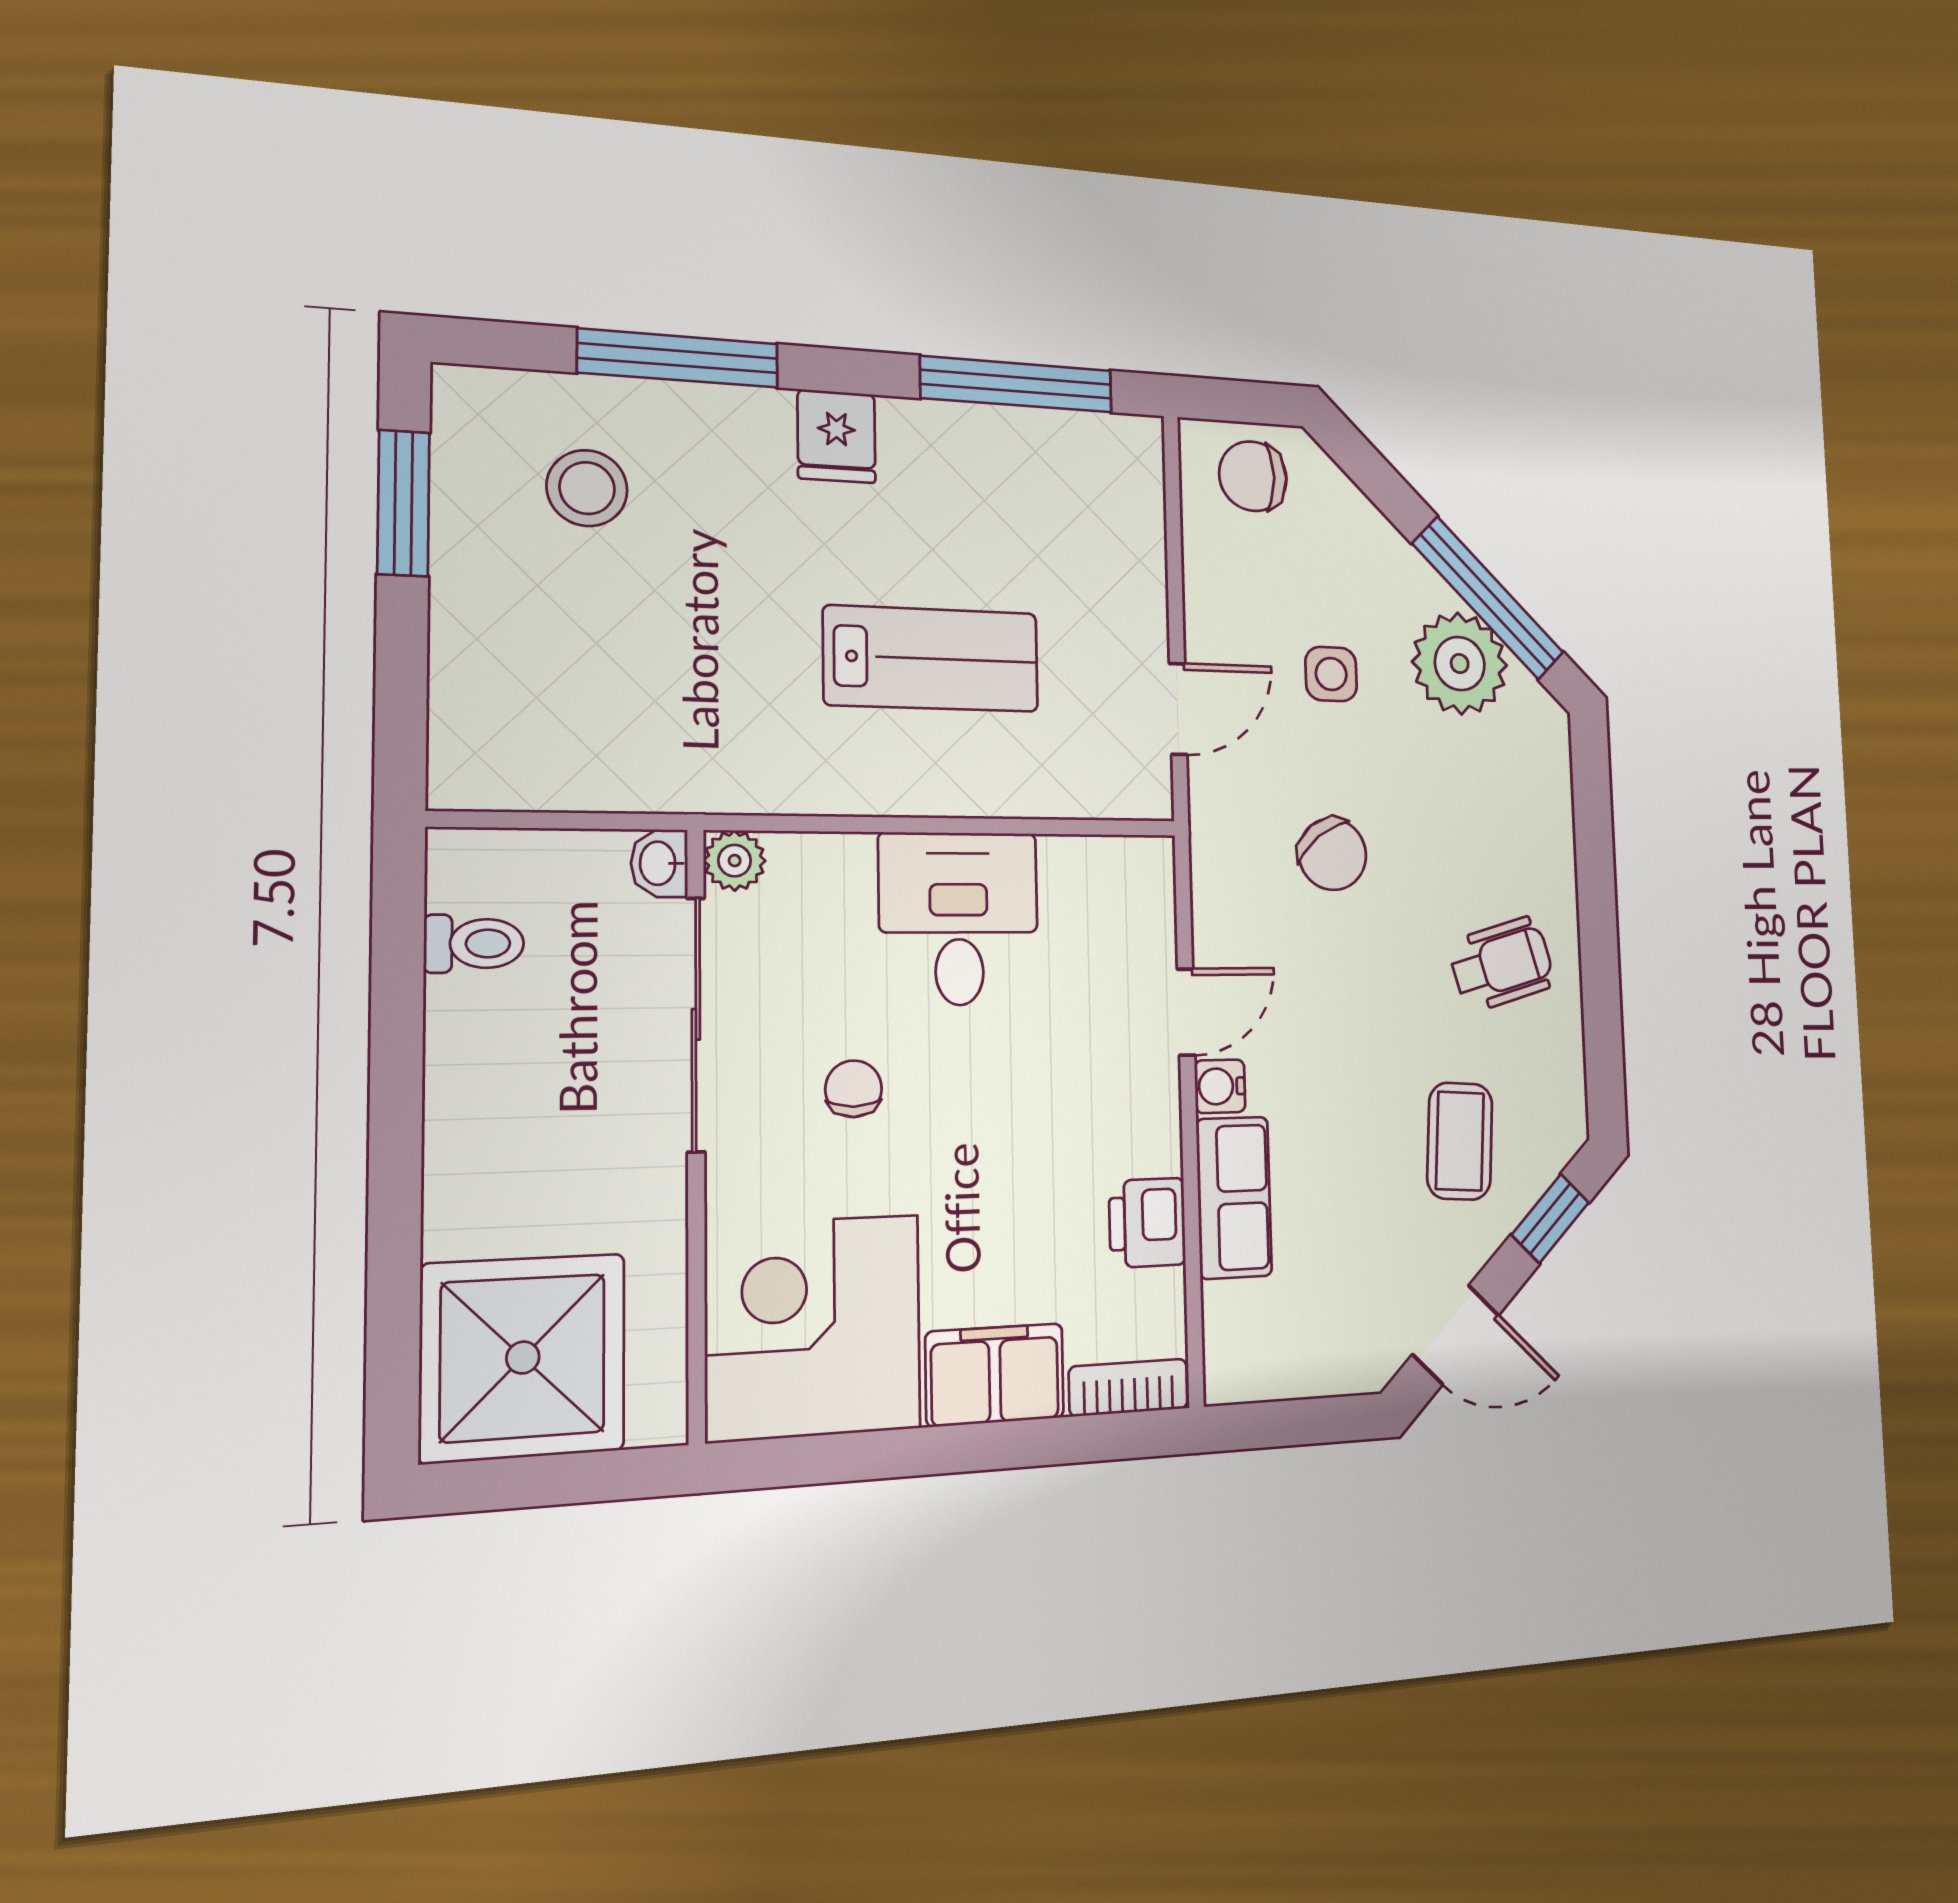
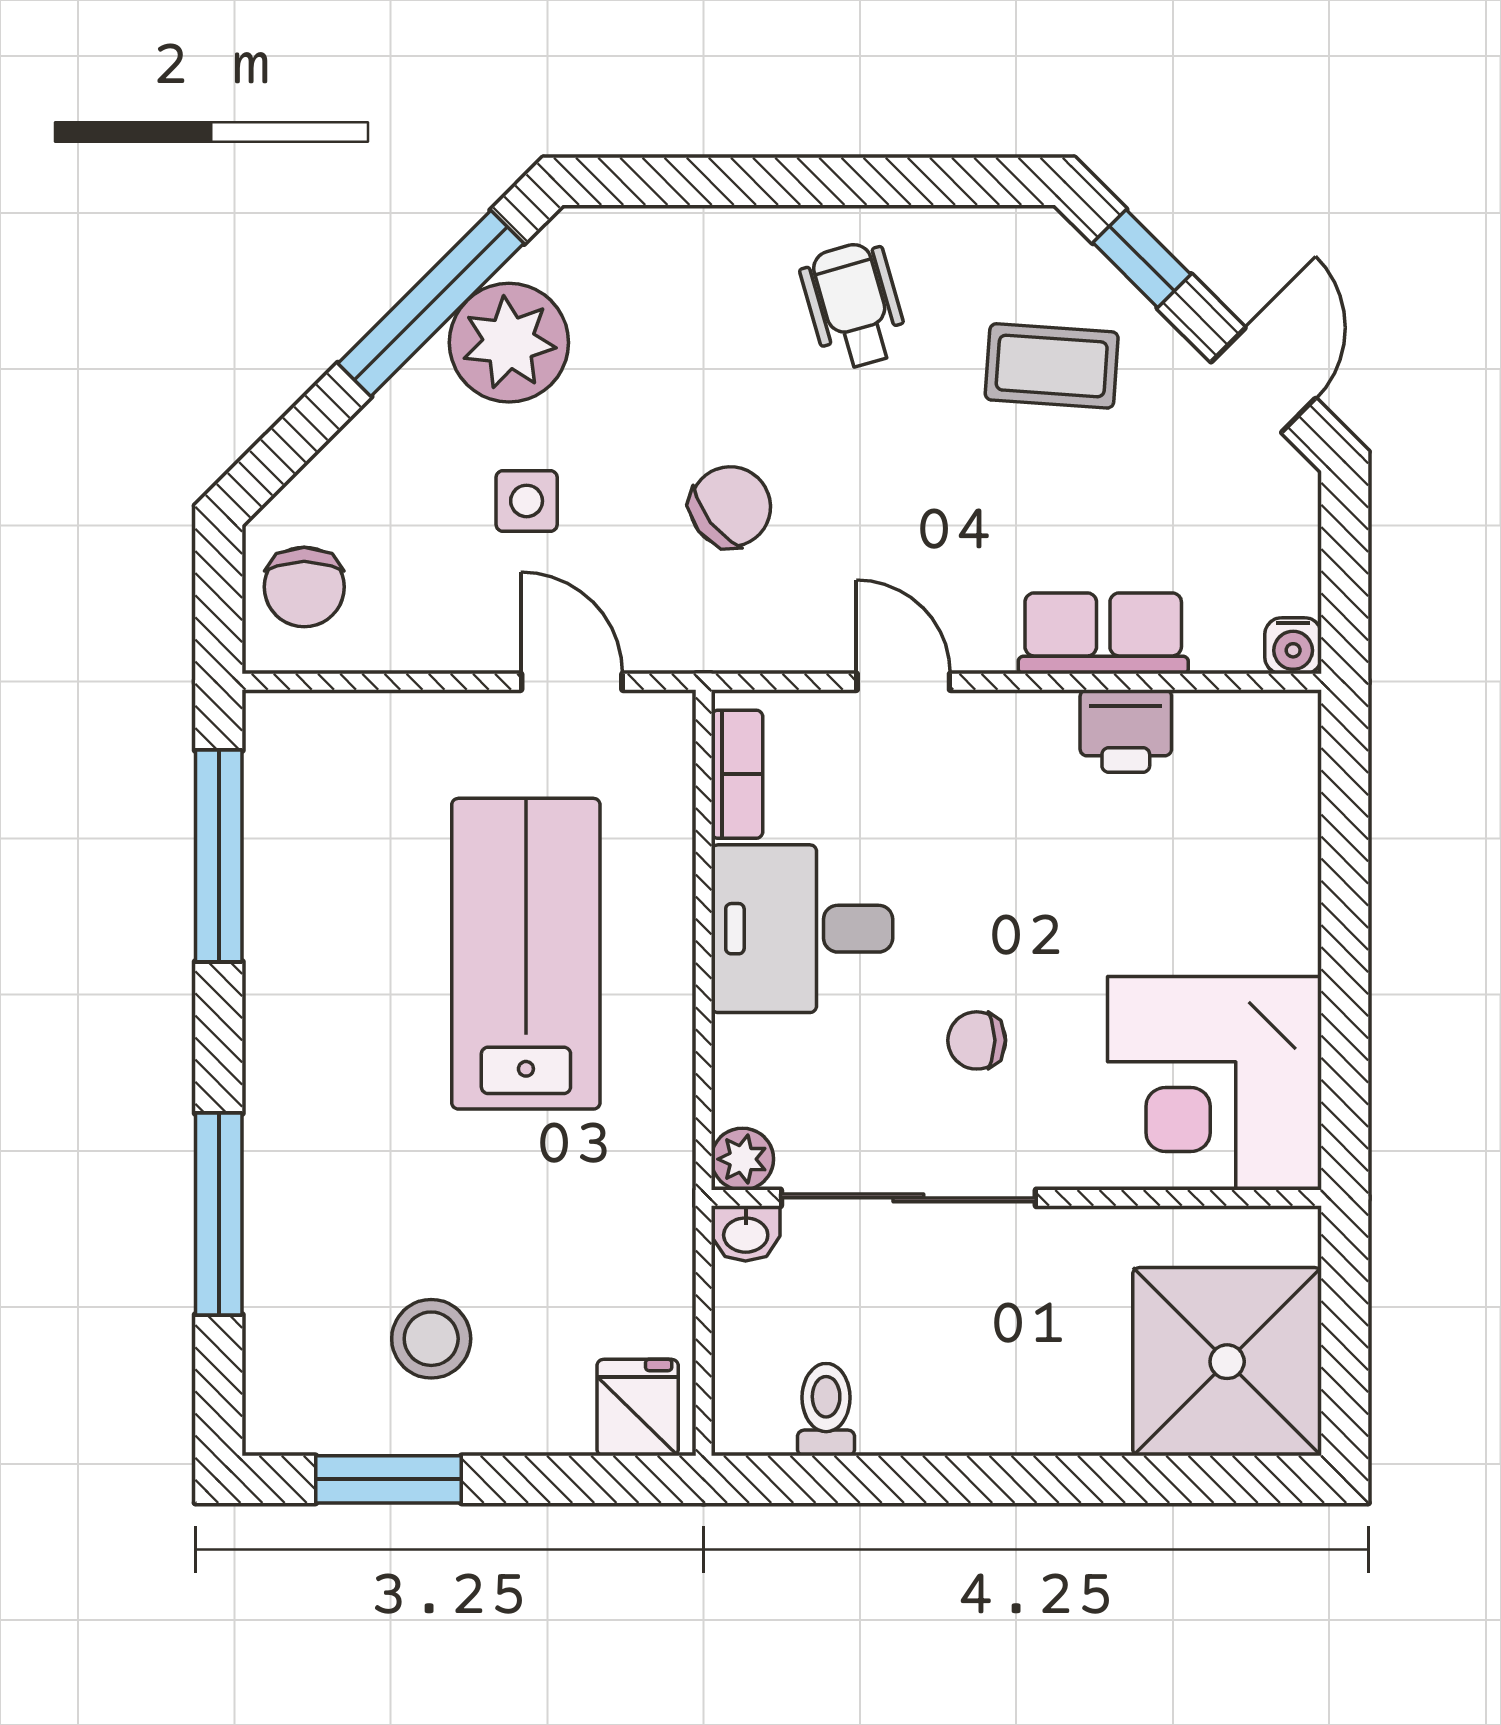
fridge: (836, 436) -> (638, 1408), moved, turned -90
stool: (587, 488) -> (431, 1339), moved
lab bench: (931, 659) -> (526, 954), width x1.36, depth x1.39
water cooler: (1220, 1086) -> (1293, 646), moved
filing cabinet: (995, 1375) -> (1273, 898), removed
bookcase: (1128, 1388) -> (737, 774), moved, turned 180

